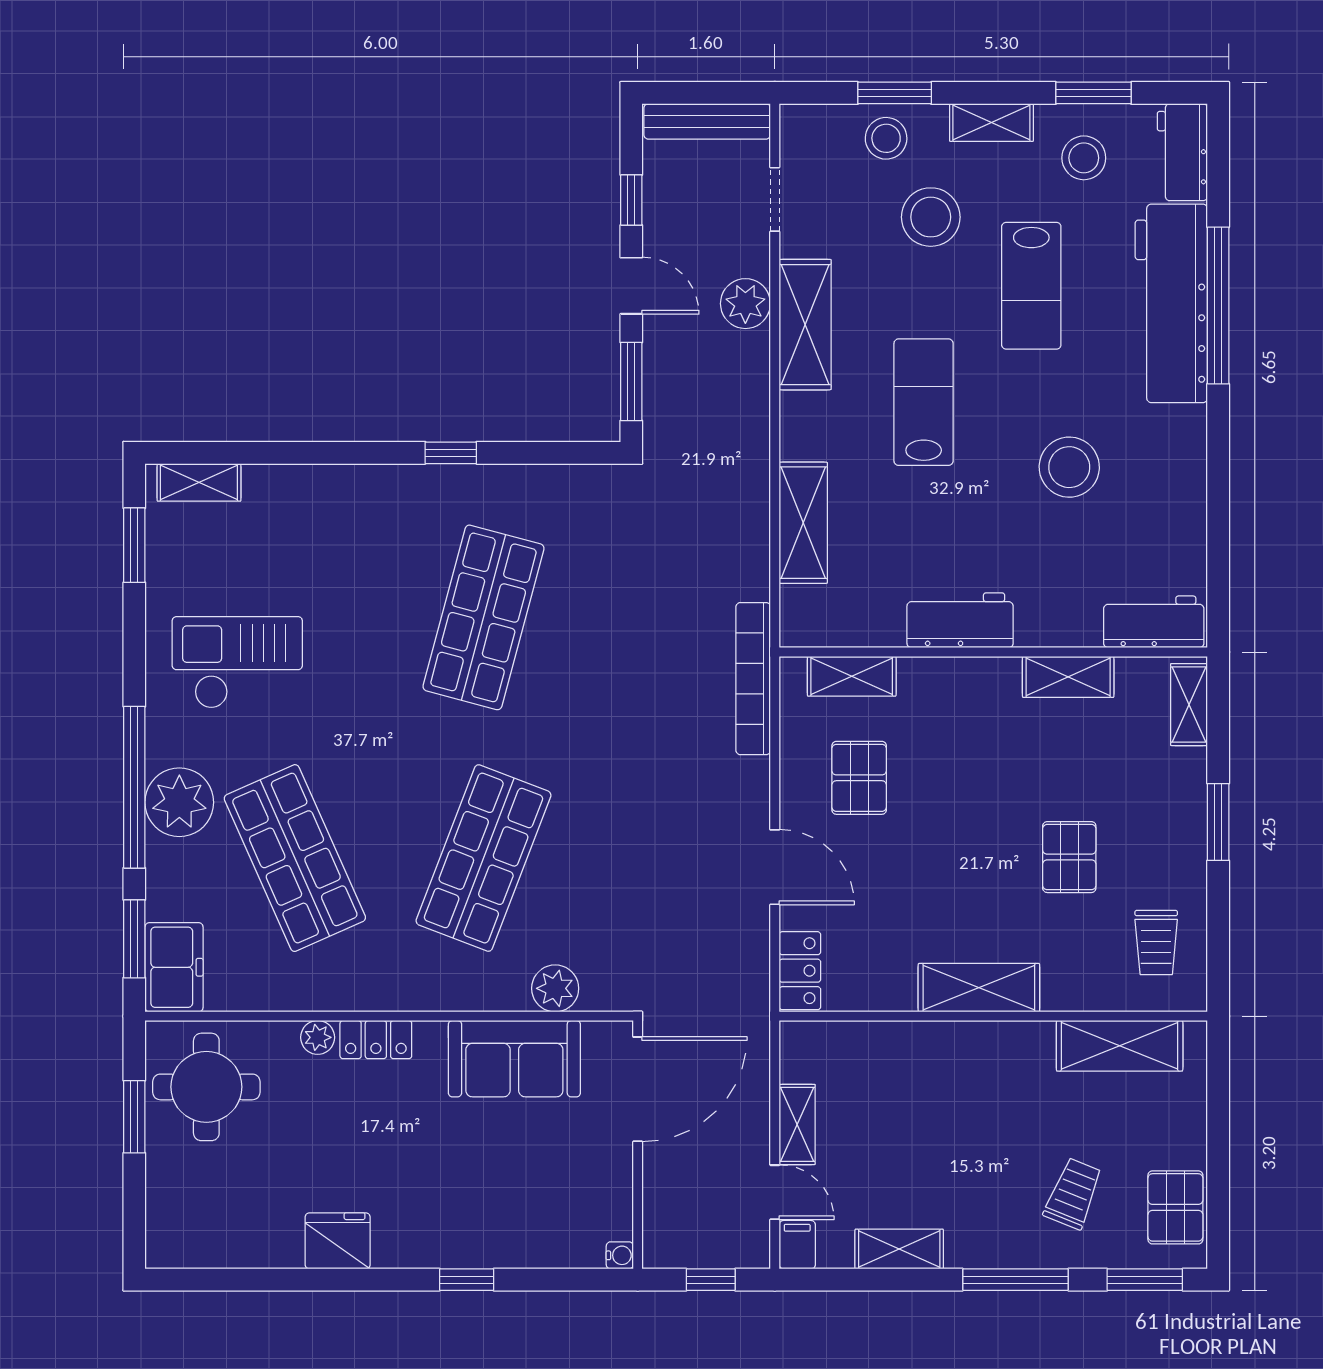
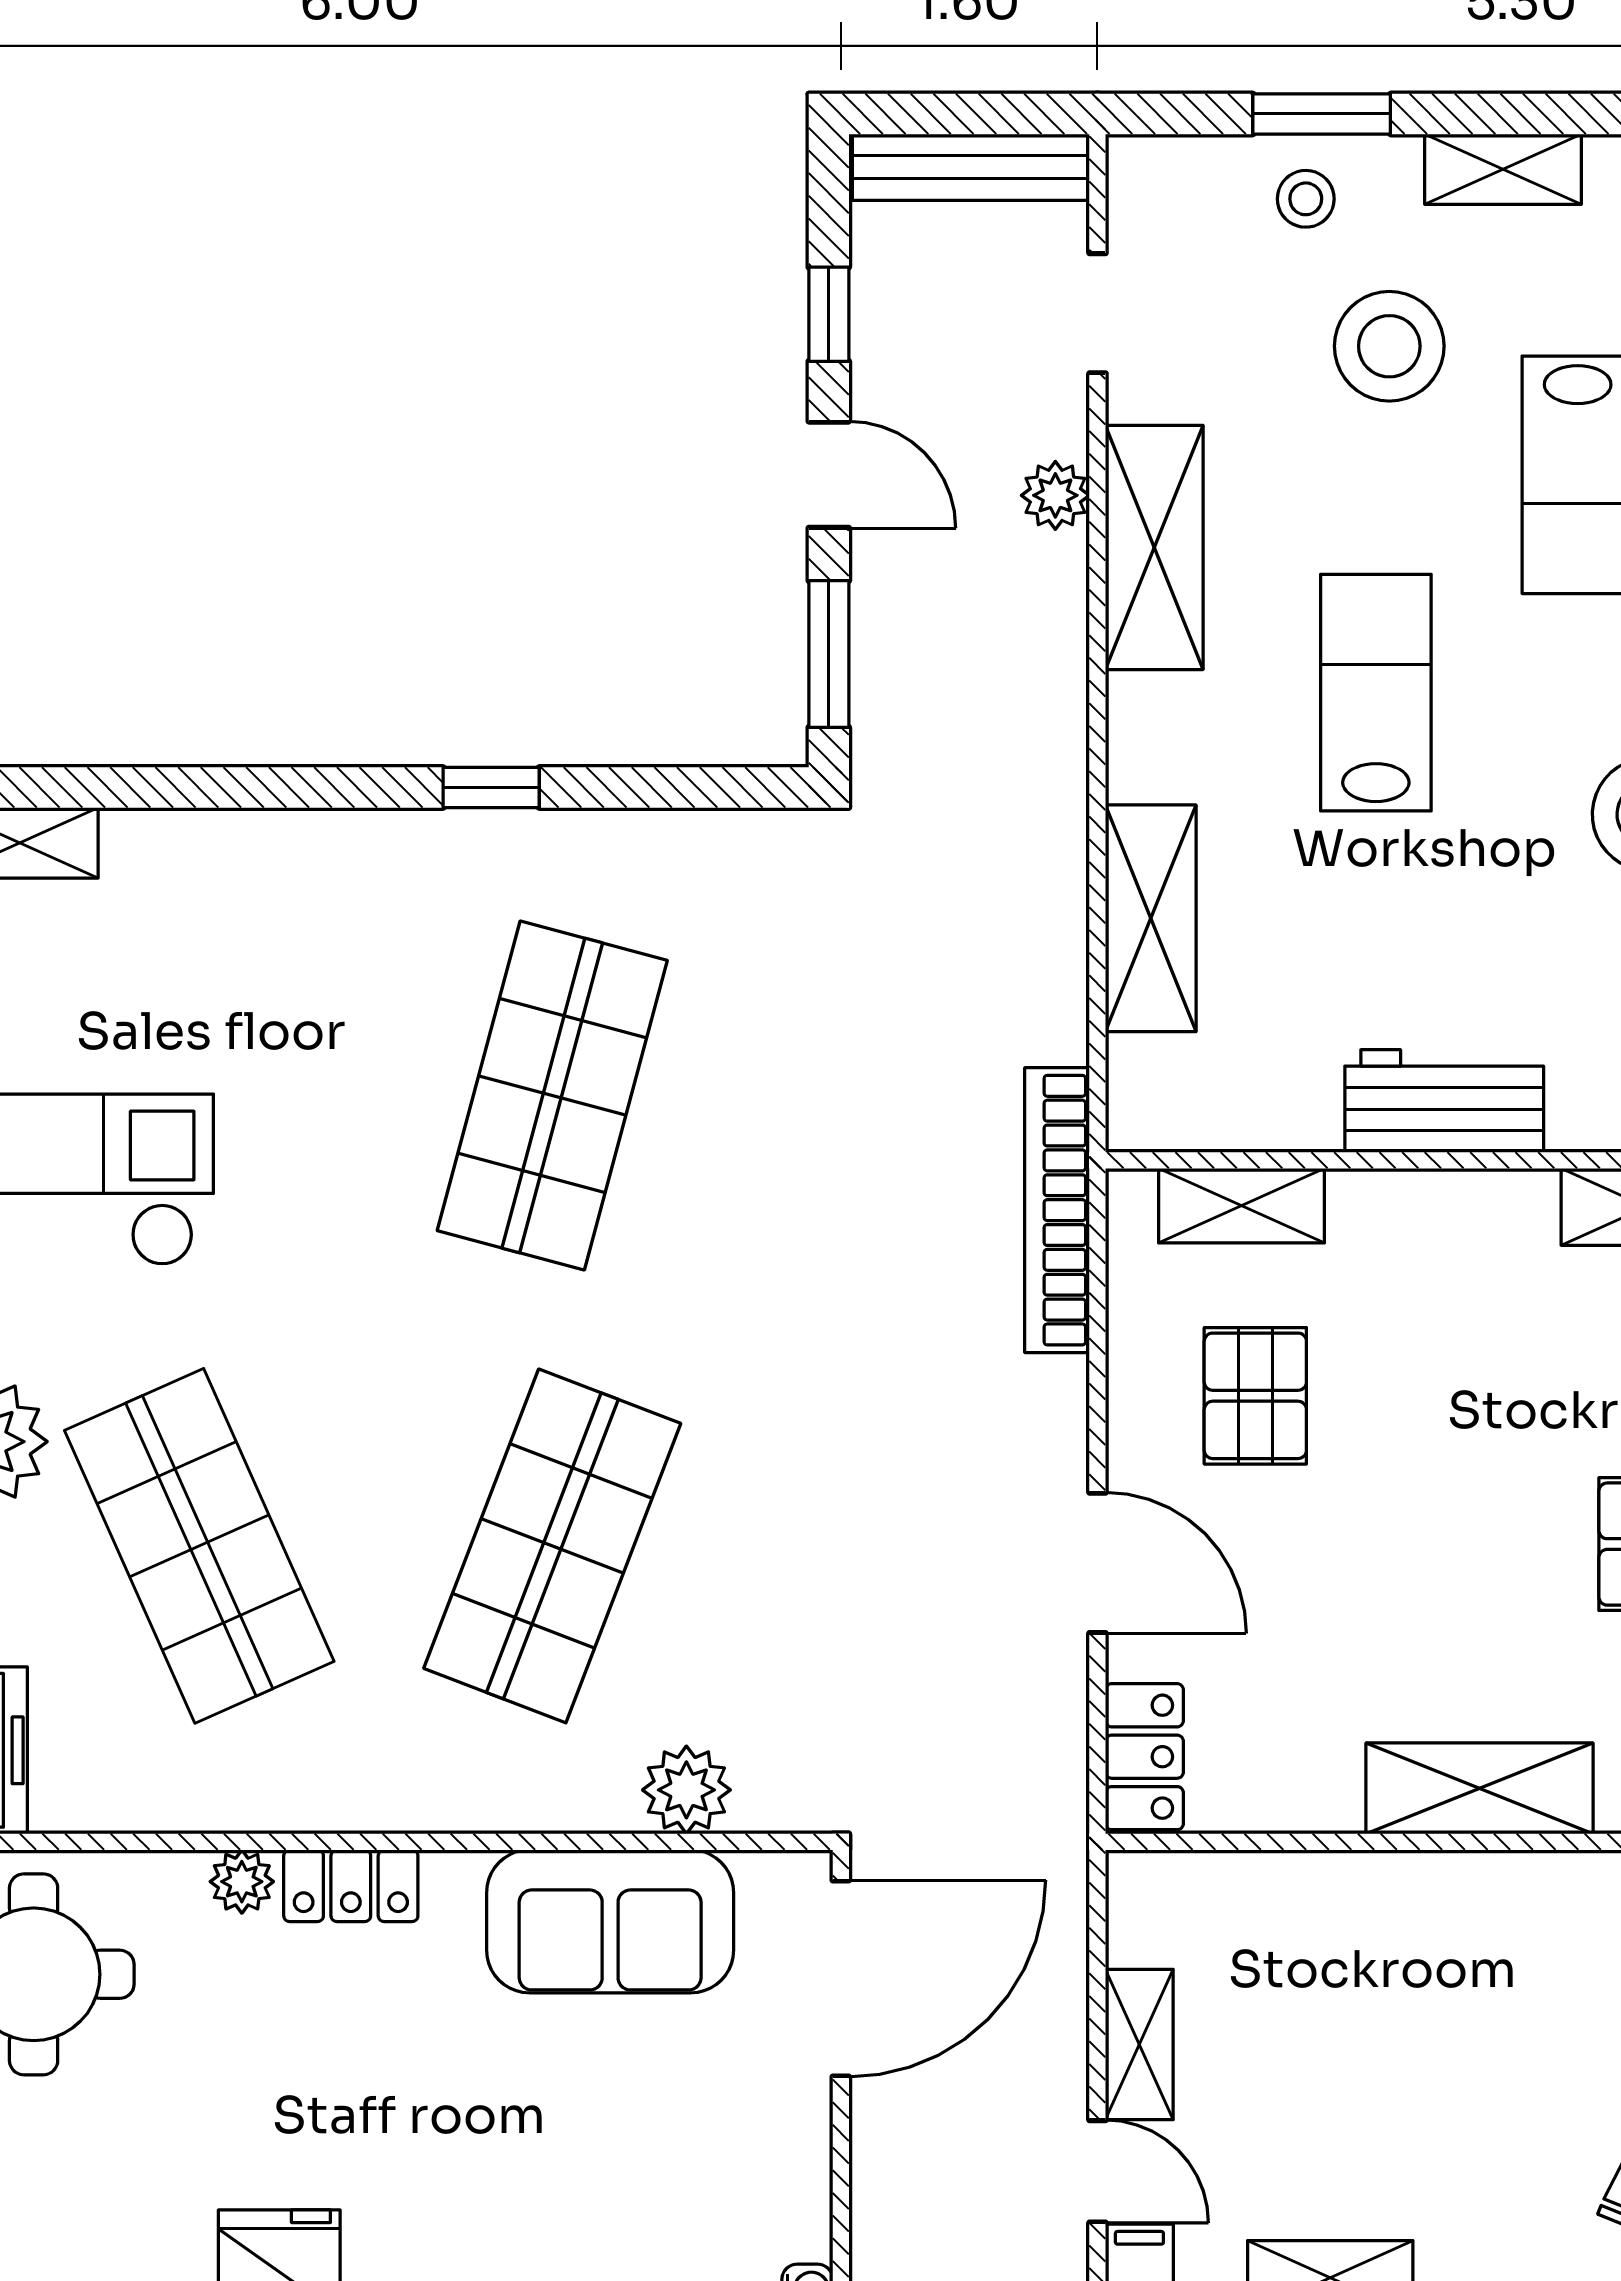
stool: (886, 138) -> (1306, 199), width x0.73, depth x0.73
plant: (745, 304) -> (1055, 495), width x0.73, depth x0.73

